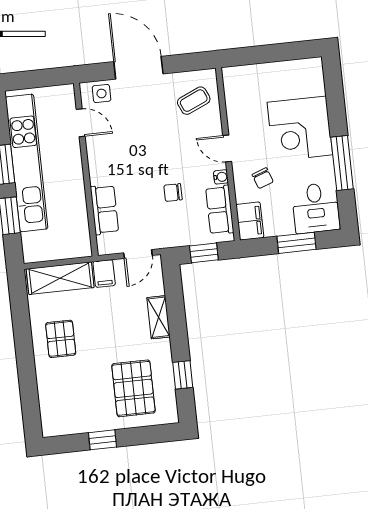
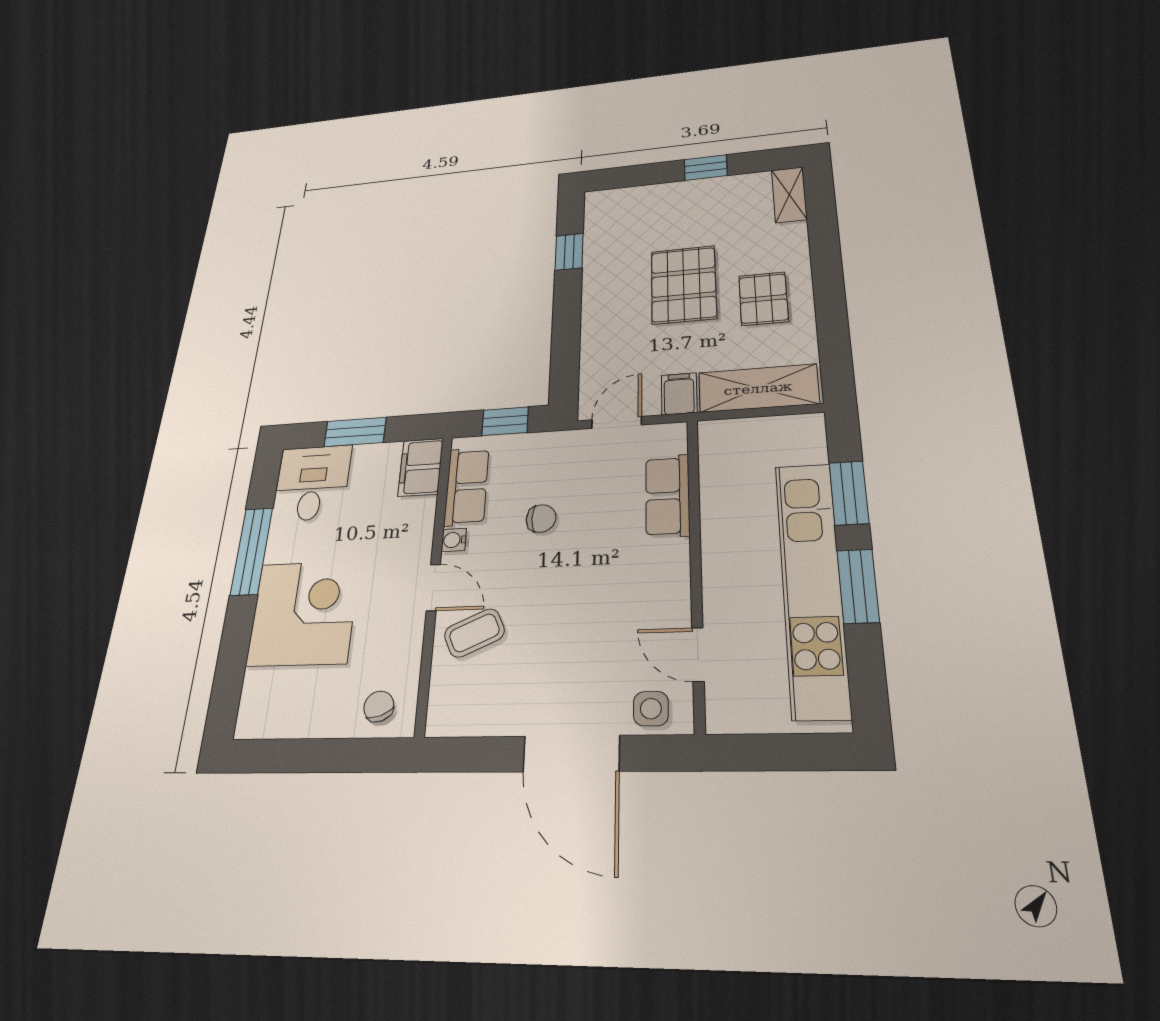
coffee table: (194, 101) -> (474, 633), moved
chair: (263, 178) -> (379, 706), moved
shelving: (158, 317) -> (789, 195), moved
pallet: (133, 388) -> (684, 285), moved

